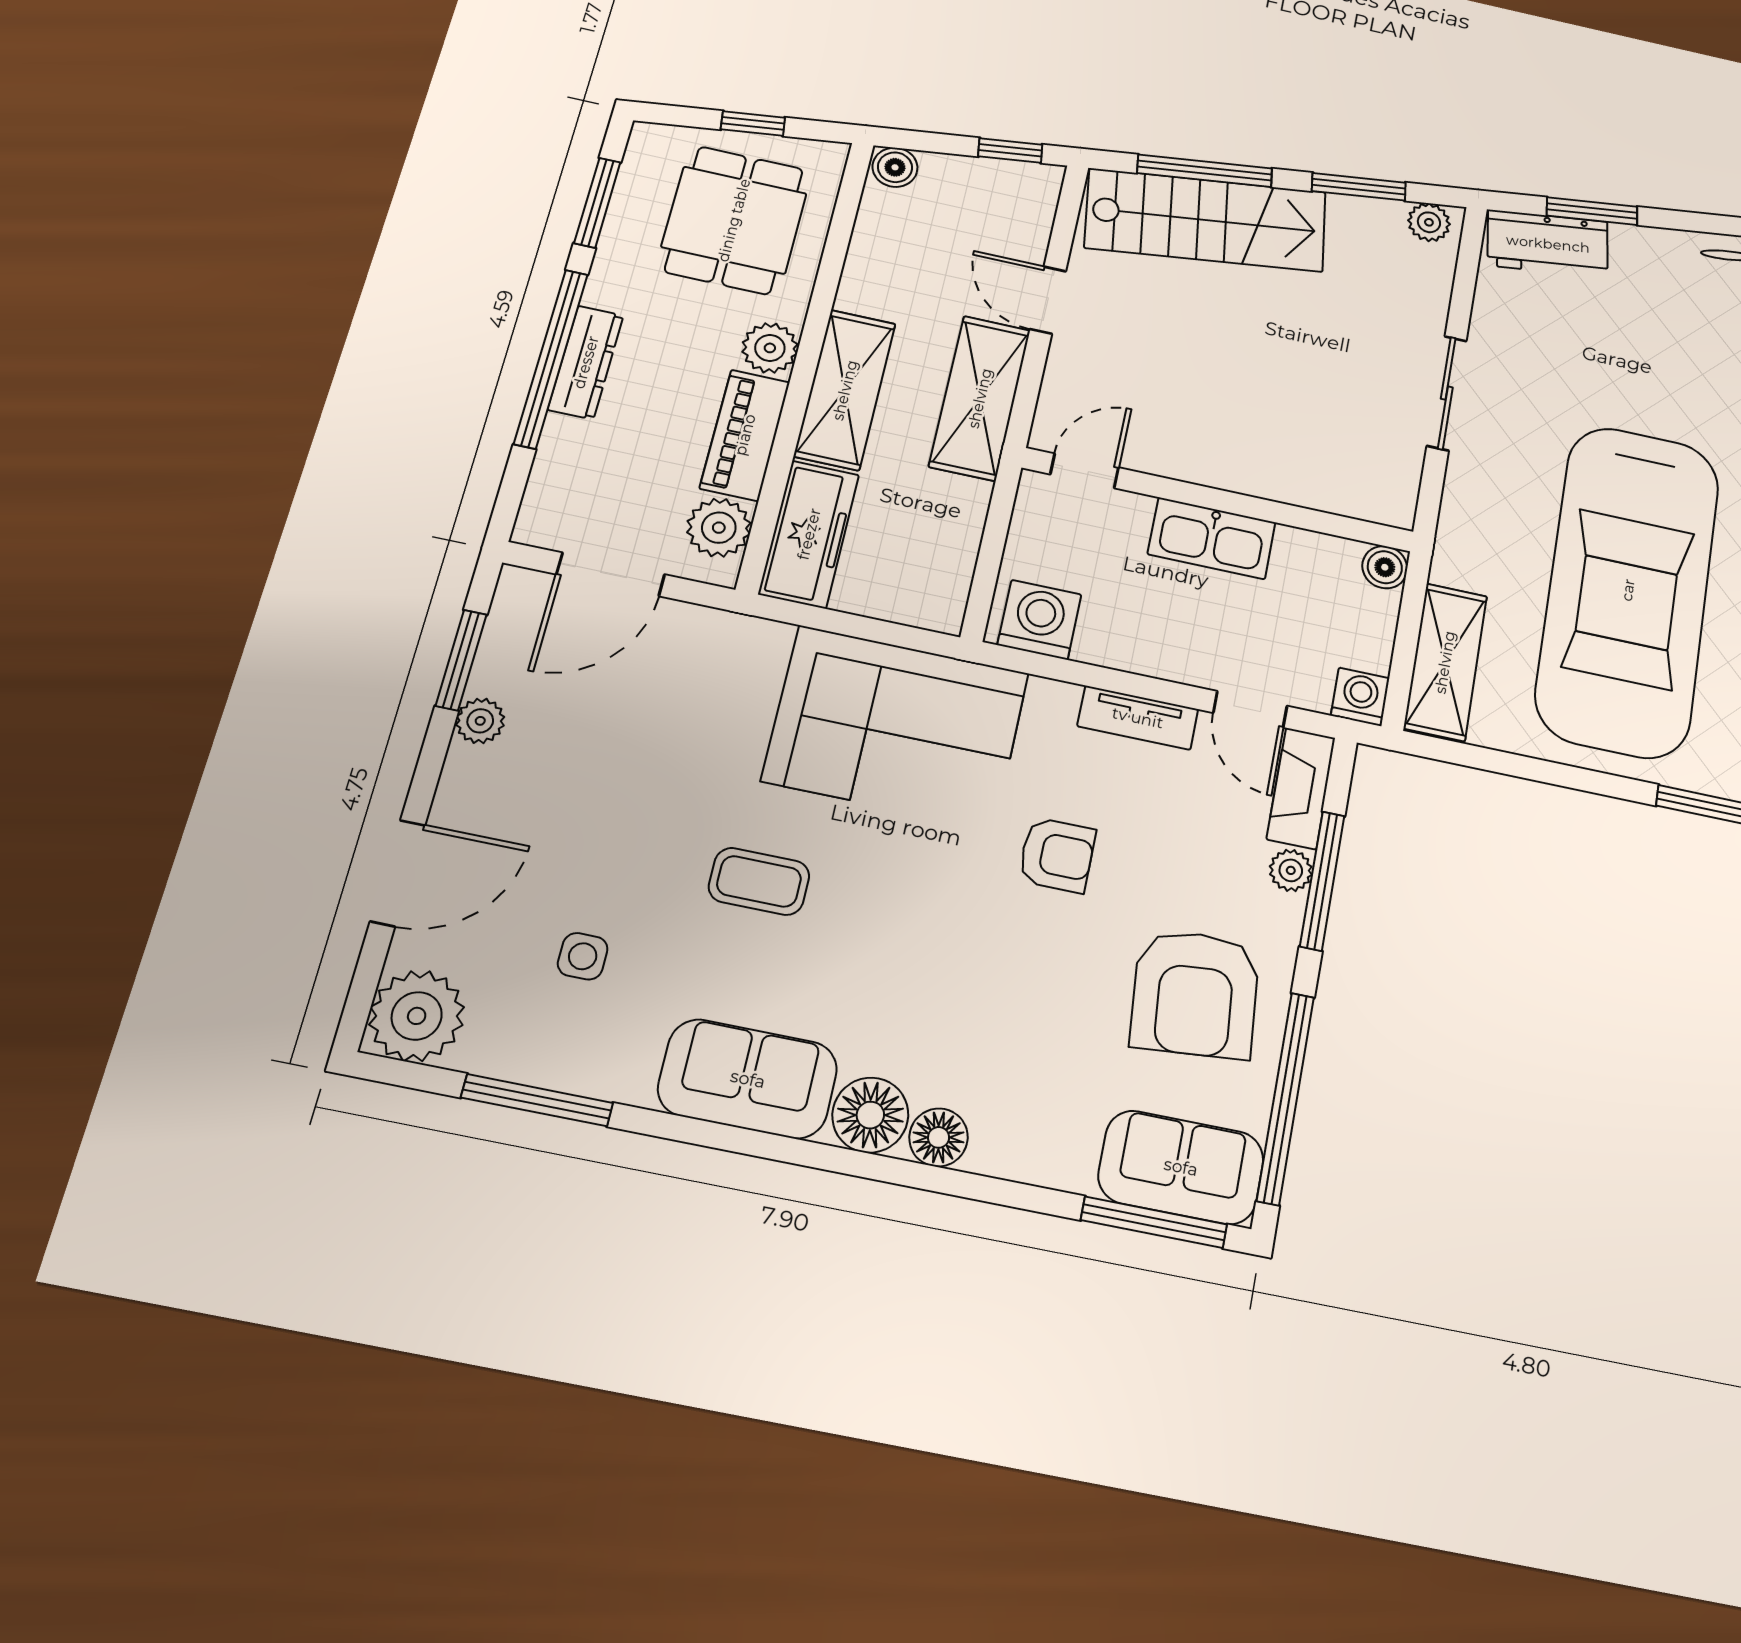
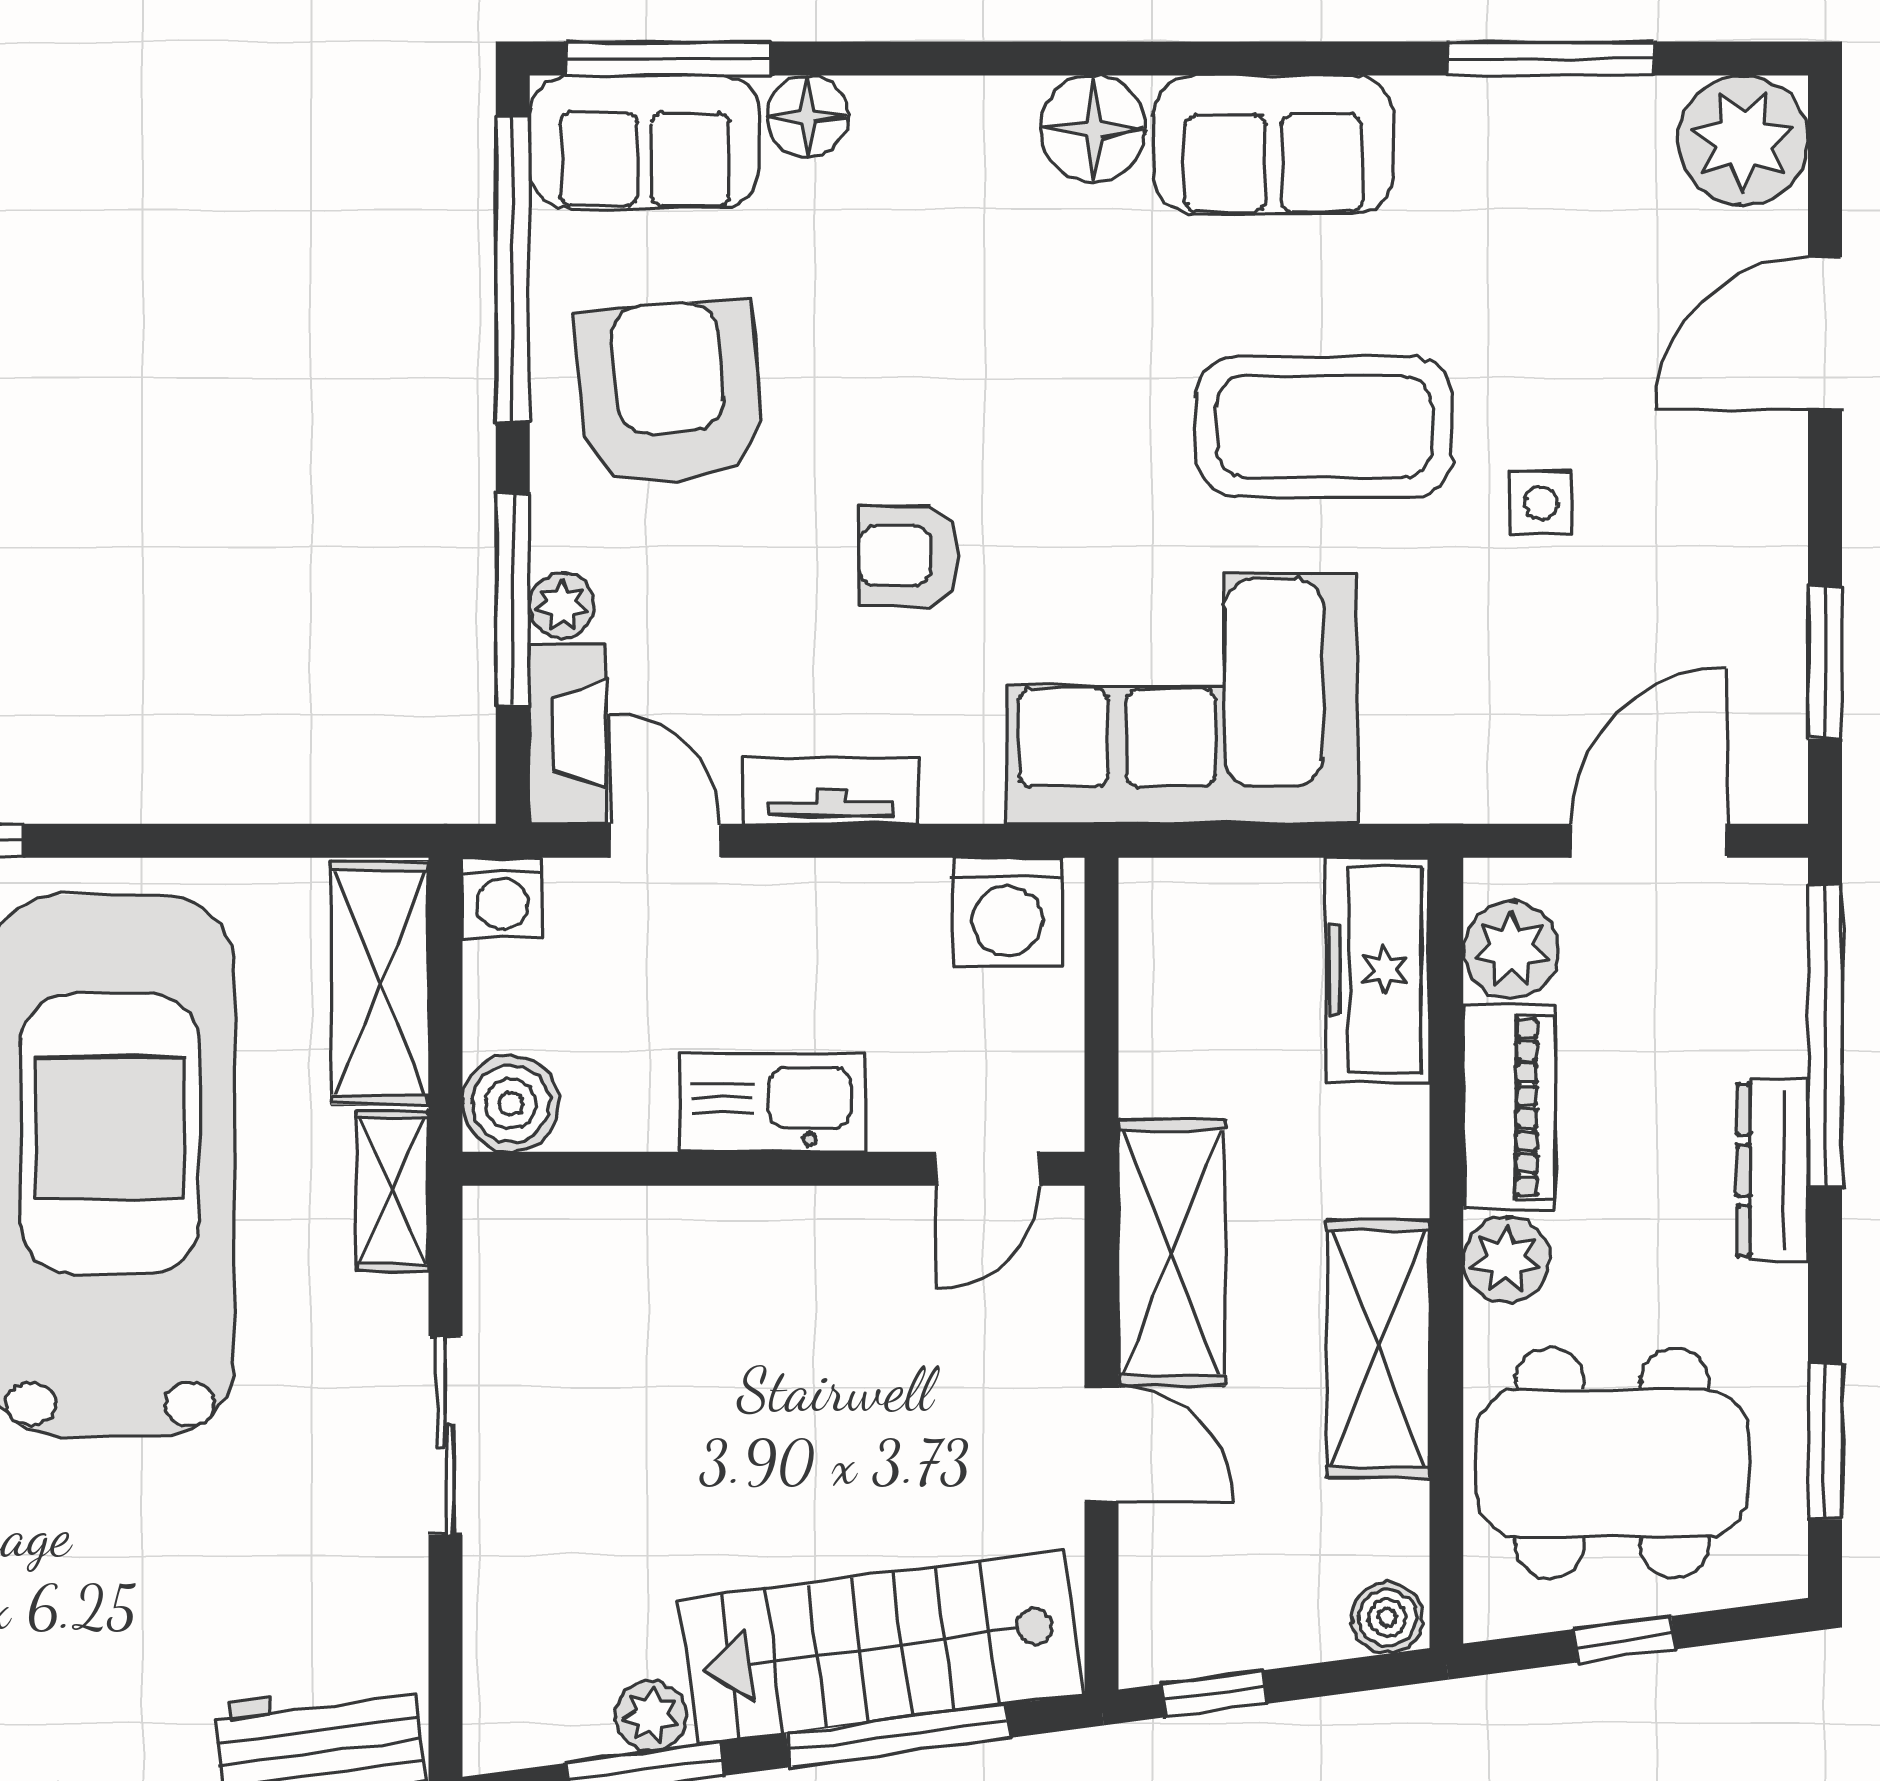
dining table: (734, 220) -> (1612, 1463), width x1.38
plant: (1429, 222) -> (651, 1716), moved
window: (551, 358) -> (1825, 1036), moved
shelving: (845, 390) -> (1378, 1349), moved
shelving: (1457, 538) -> (393, 1191), added
boiler: (1385, 567) -> (511, 1104), width x1.36, depth x1.36
plant: (480, 721) -> (1773, 578), removed
coffee table: (759, 881) -> (1324, 427), width x1.86, depth x1.72
side table: (583, 956) -> (1541, 503), moved
floor lamp: (939, 1137) -> (807, 116), moved

